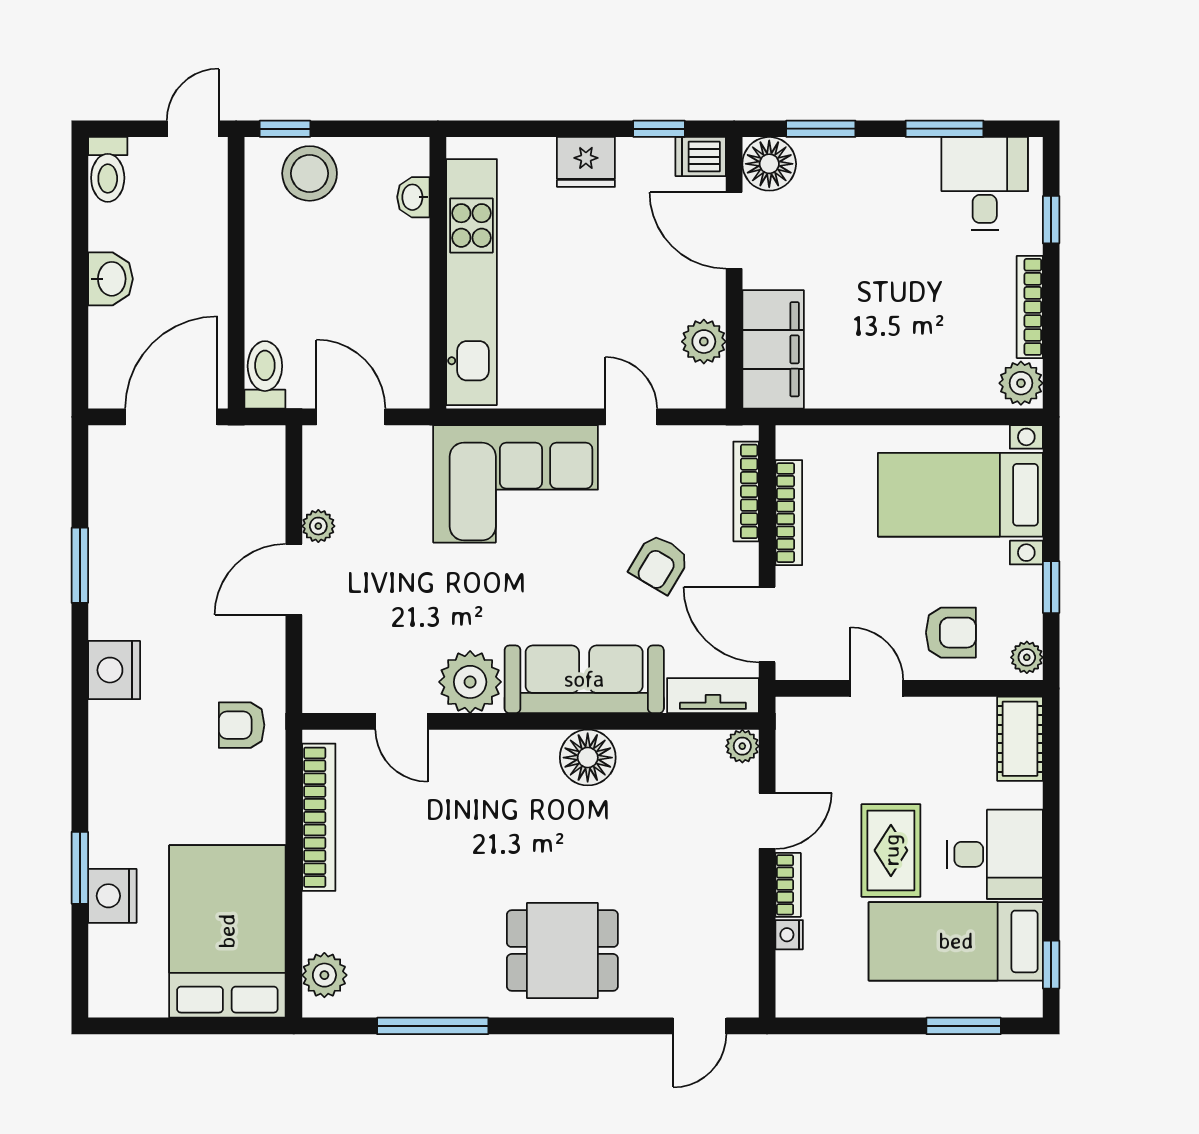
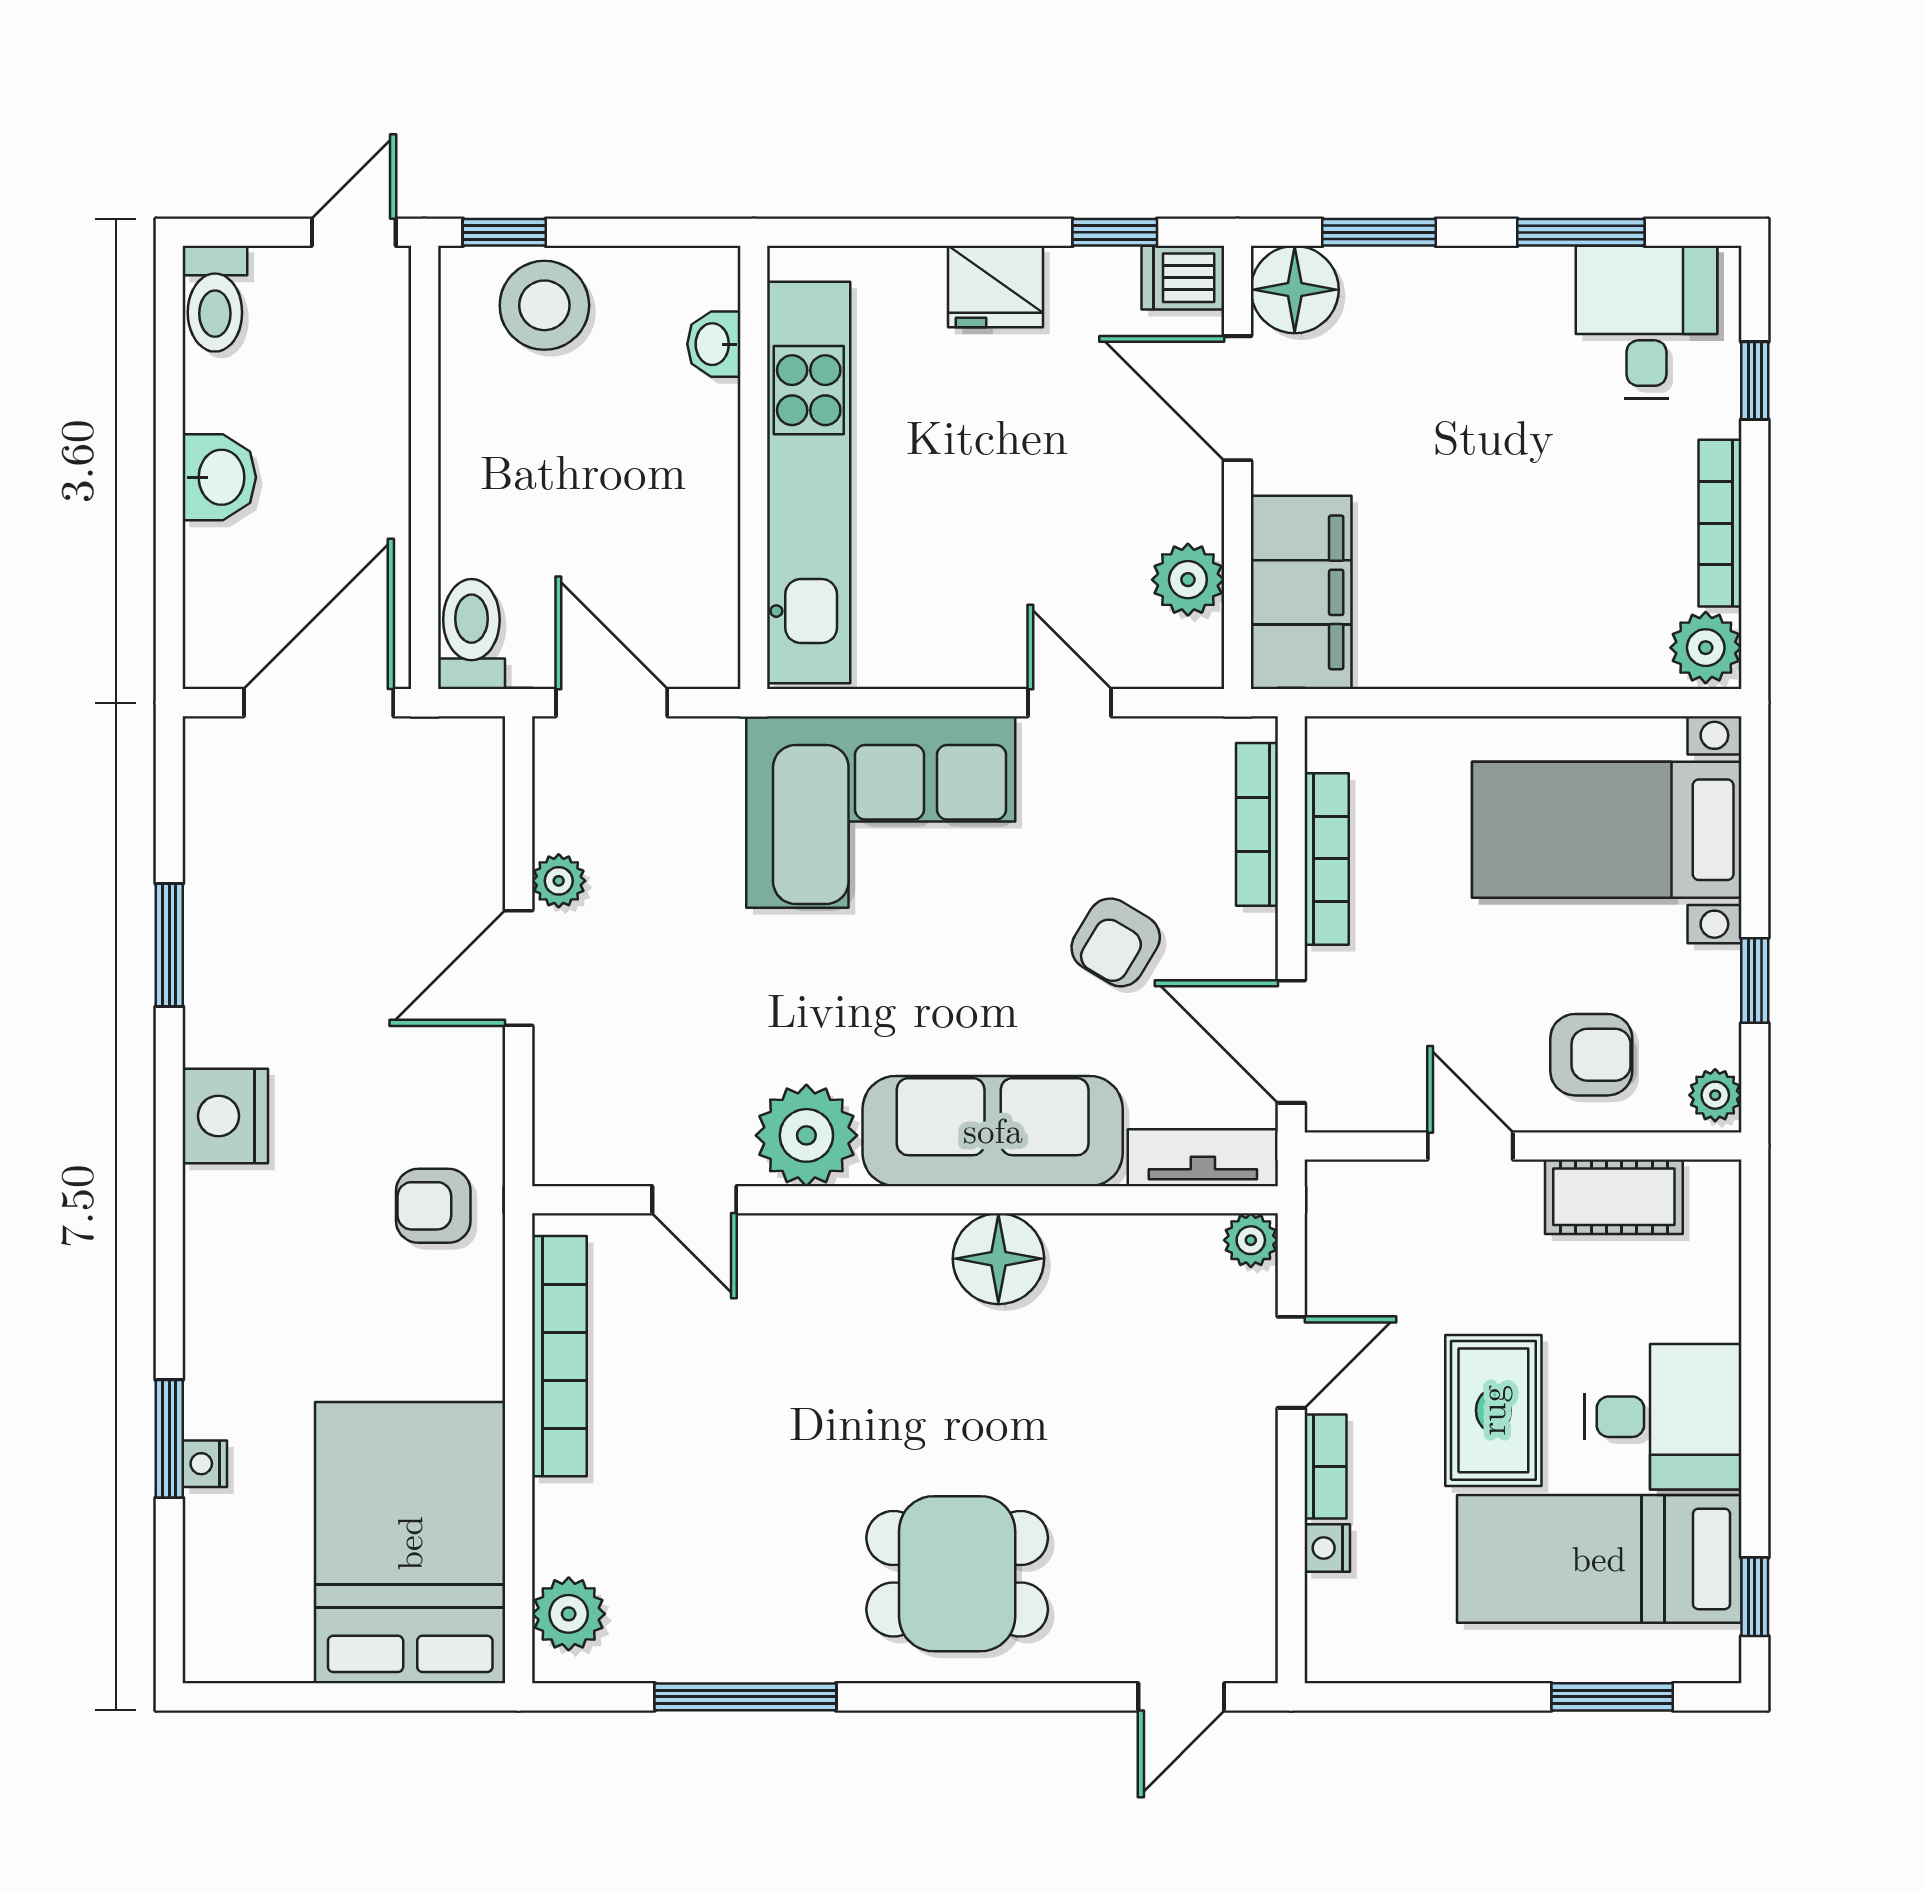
cot: (1020, 739) -> (1614, 1197), moved, turned 90
nightstand: (112, 896) -> (205, 1464), width x0.53, depth x0.56

